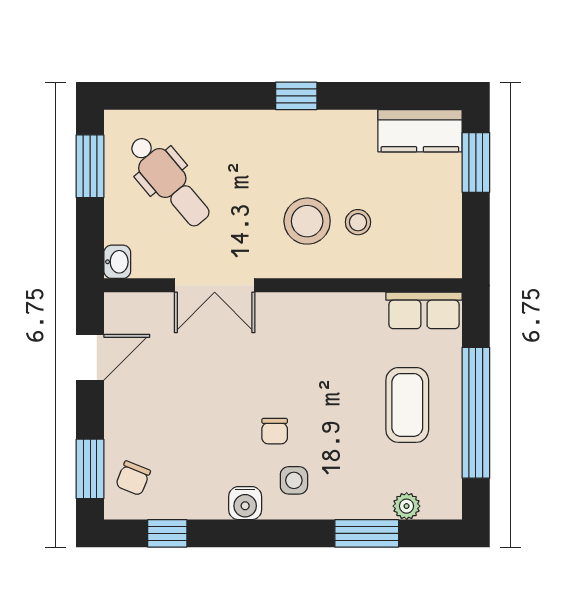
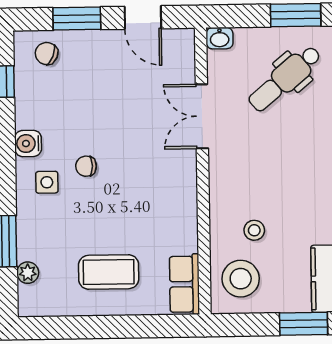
stool: (307, 221) -> (241, 279), moved
window: (476, 413) -> (103, 327), removed
window: (90, 469) -> (77, 19), moved

